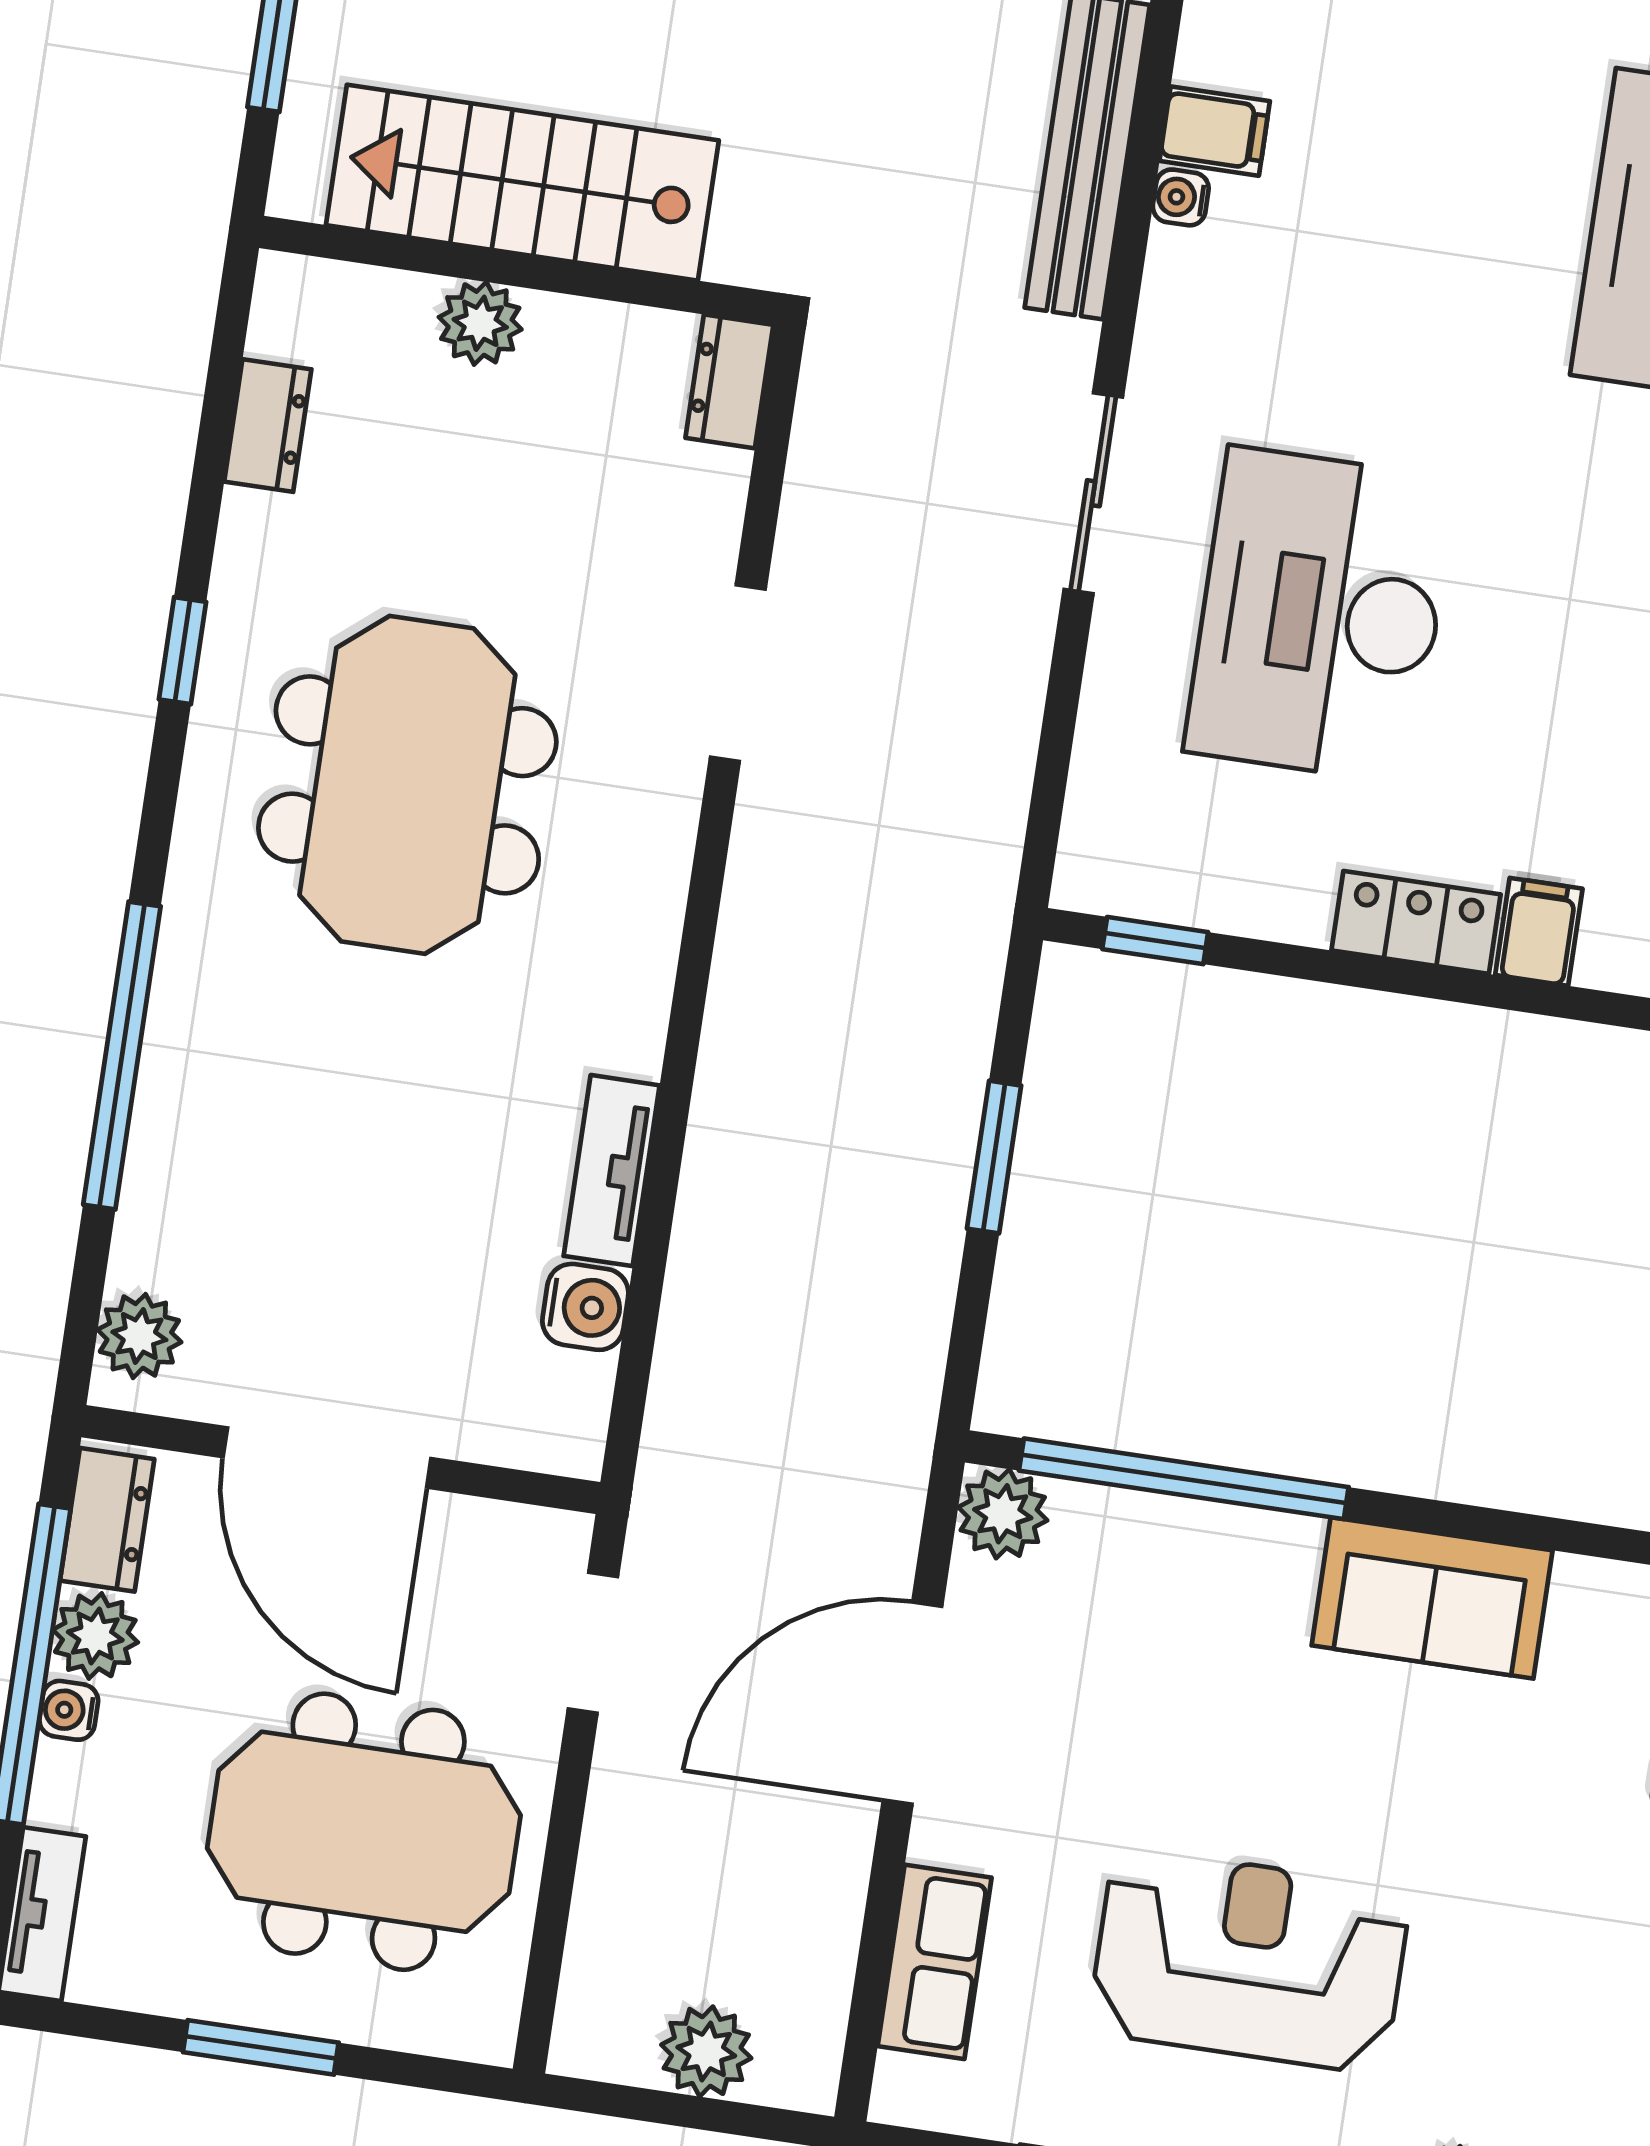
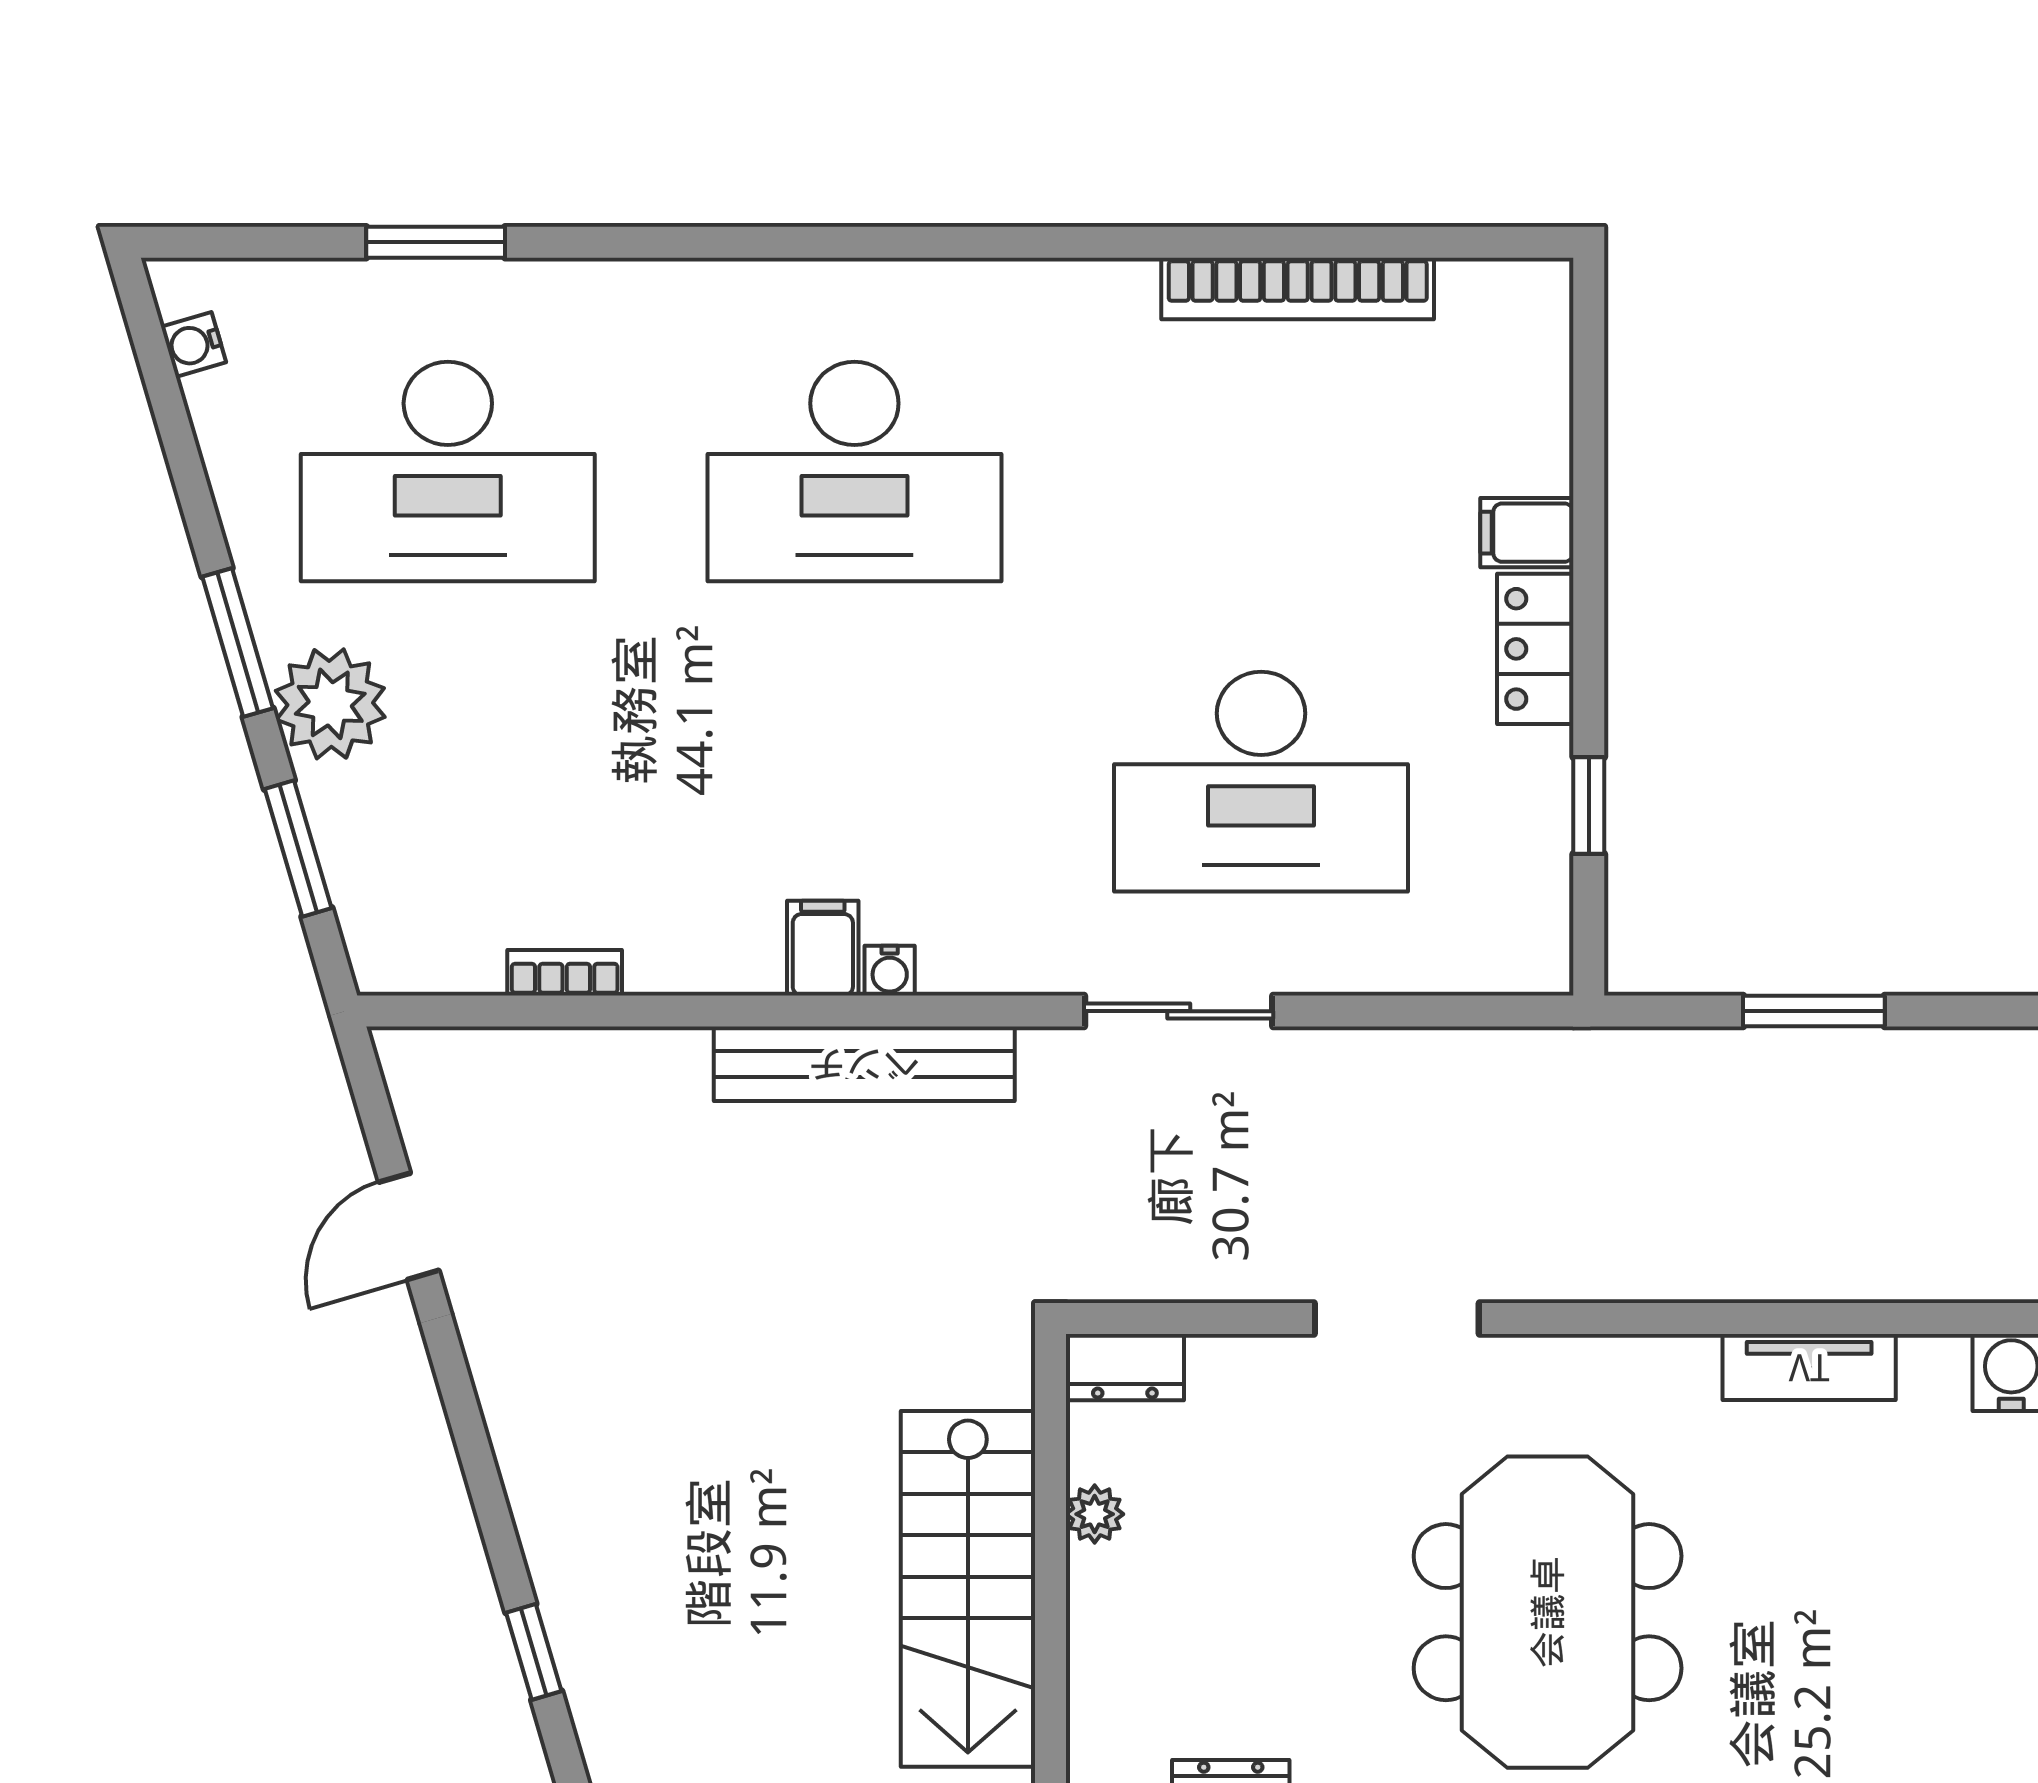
plant: (480, 323) -> (1095, 1514), moved, width x0.73, depth x0.73
meeting table: (407, 785) -> (1548, 1612), turned 90
window: (1155, 941) -> (1589, 806), moved
tv unit: (612, 1171) -> (1809, 1367), moved

